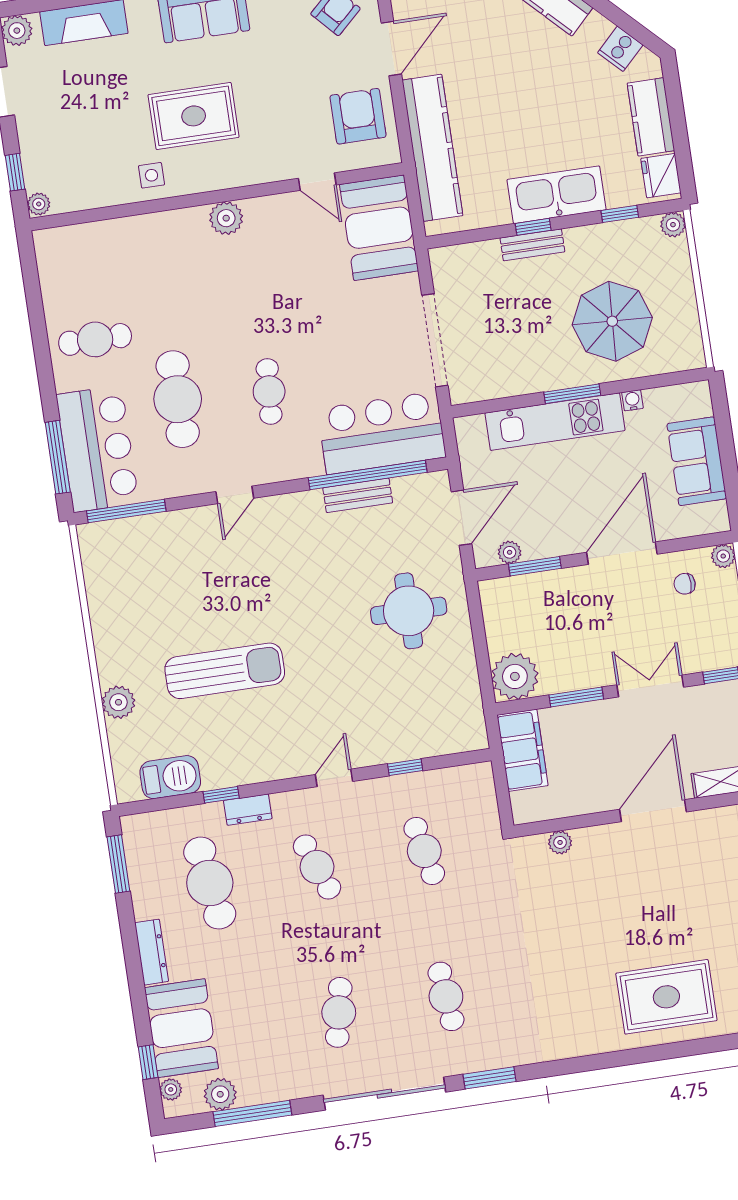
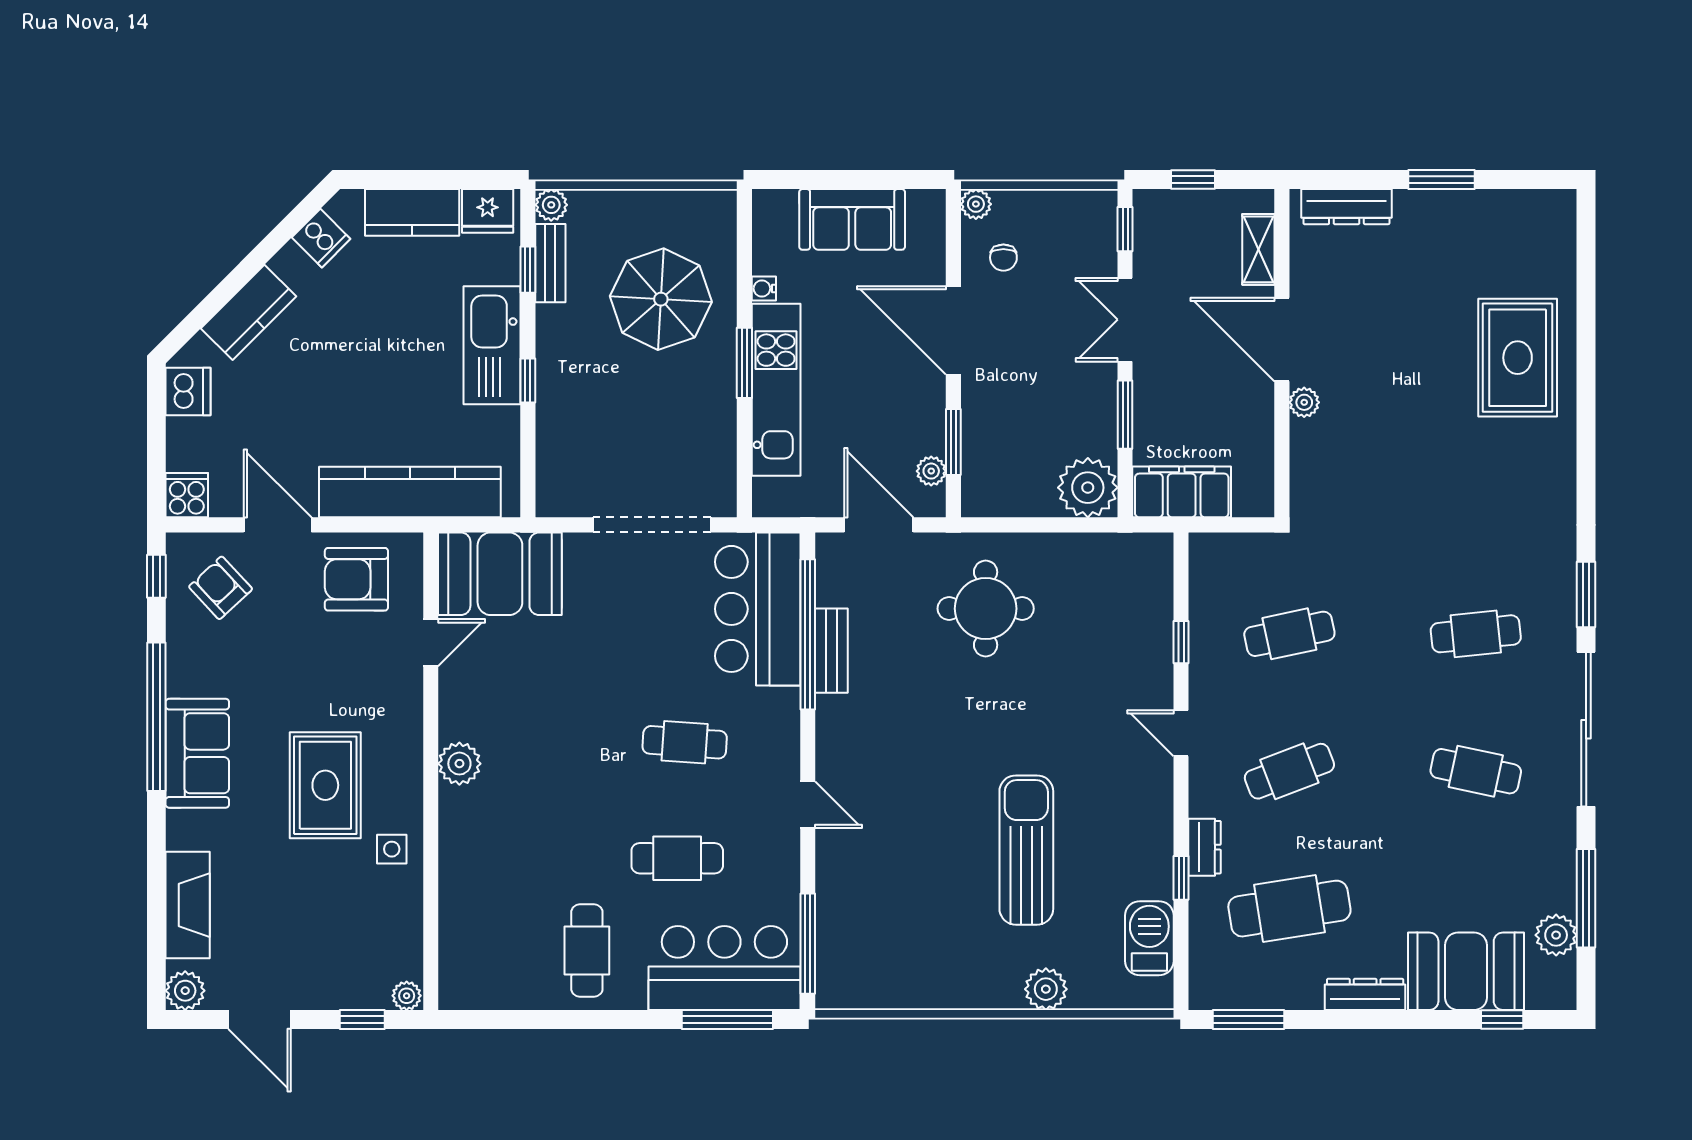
bench: (532, 245) -> (550, 263), moved
cafe table: (178, 399) -> (677, 858), width x0.73, depth x0.74
plant: (560, 842) -> (1304, 402), moved
plant: (171, 1089) -> (1541, 996), removed

